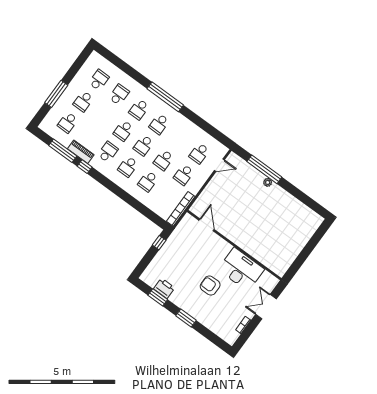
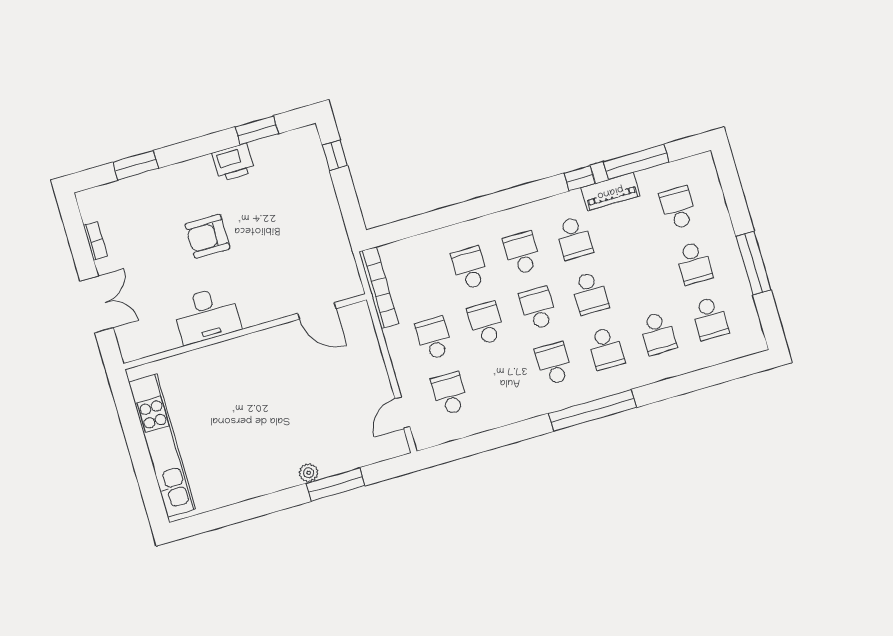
window: (56, 94) -> (754, 263), moved
school desk: (83, 101) -> (694, 263), turned 180
school desk: (139, 109) -> (606, 348), turned 180
school desk: (123, 131) -> (590, 293), turned 180
window: (264, 169) -> (335, 485), width x0.68
window: (159, 243) -> (335, 155), moved
kitchen unit: (299, 243) -> (162, 446), added
desk: (241, 269) -> (207, 315), width x0.73, depth x0.77
armchair: (210, 286) -> (208, 236), turned 180
printer: (164, 288) -> (233, 162), moved
window: (186, 318) -> (136, 165), moved

